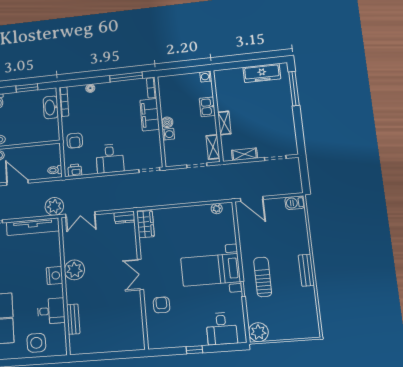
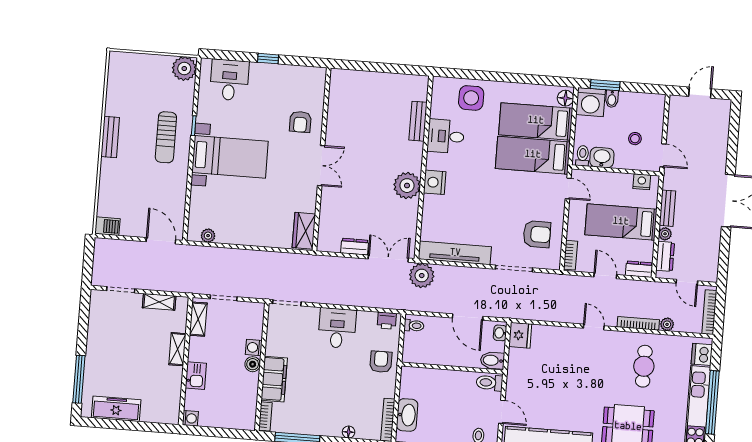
dresser: (124, 217) -> (355, 247), moved

